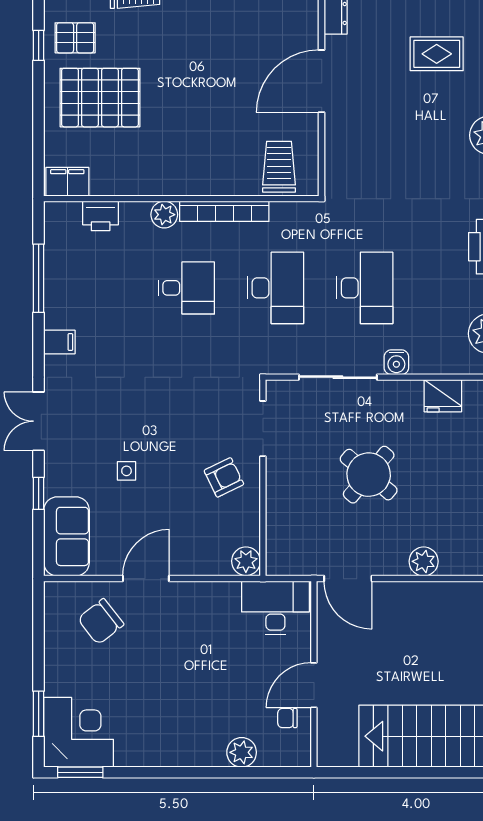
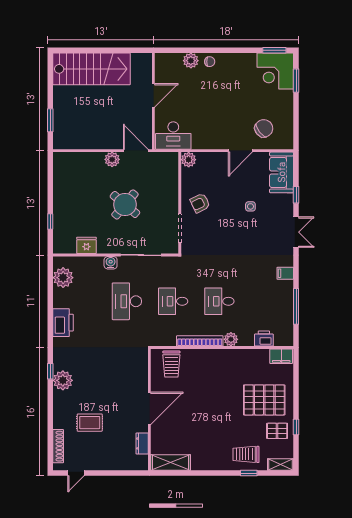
desk: (276, 288) -> (173, 301), width x0.73
plant: (424, 561) -> (112, 159), moved
chair: (287, 718) -> (210, 62), moved

